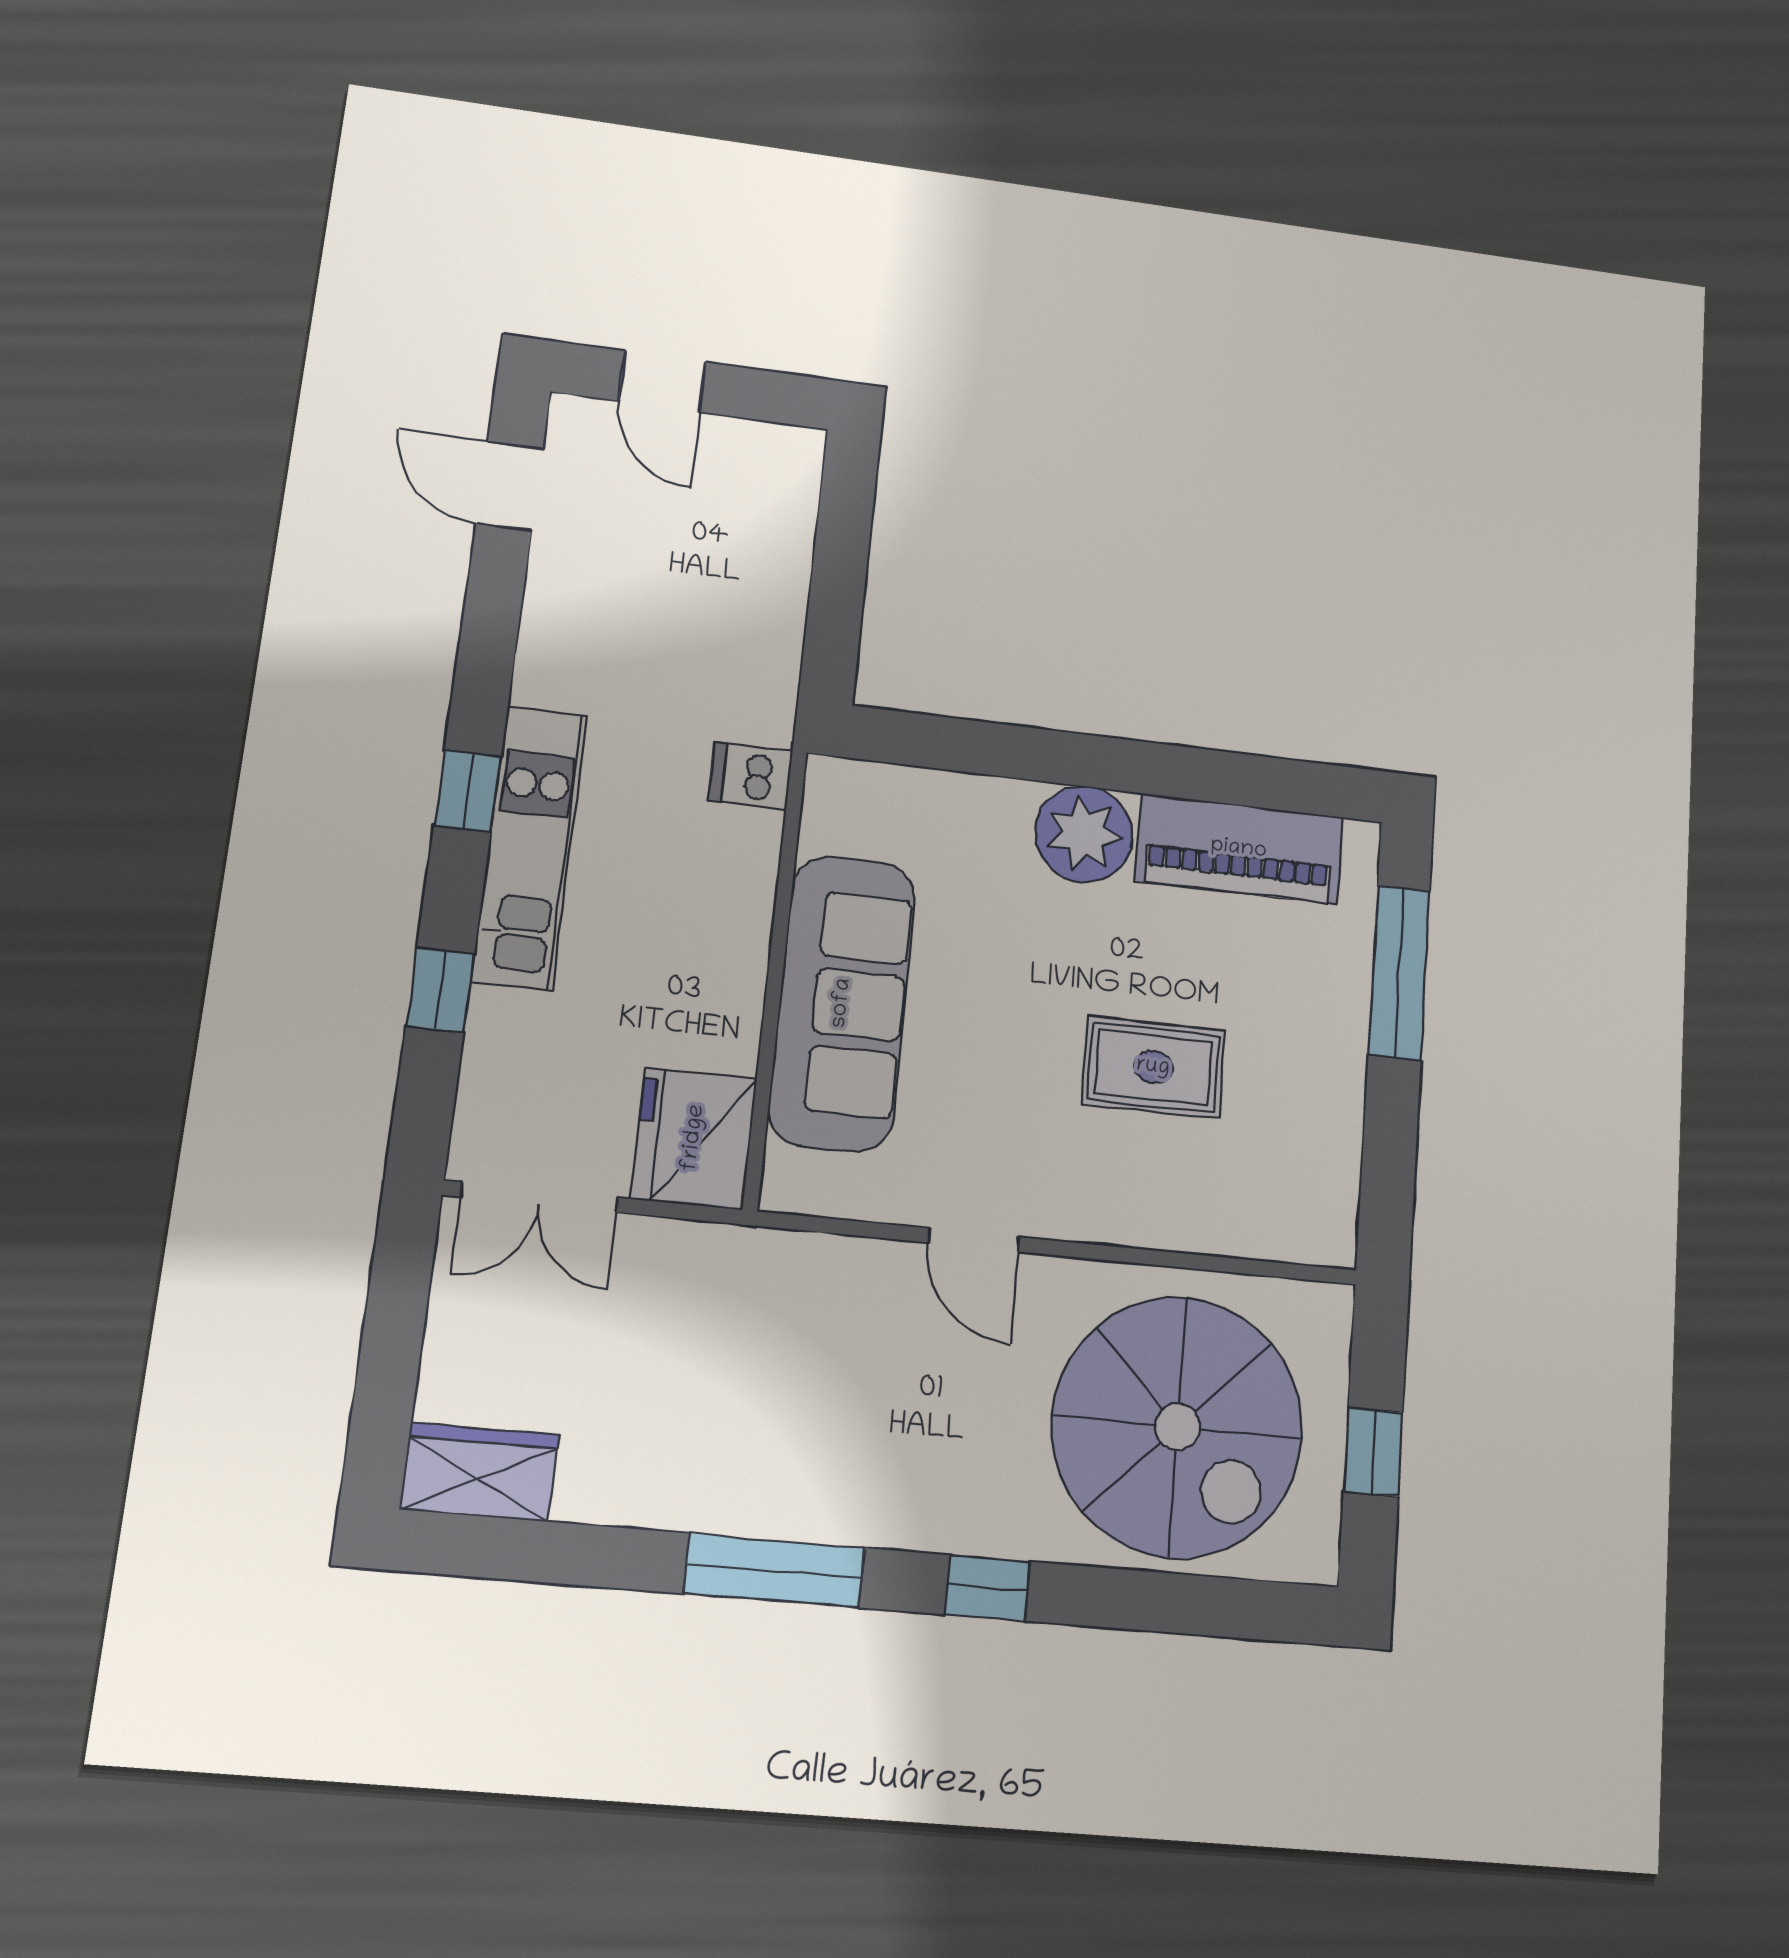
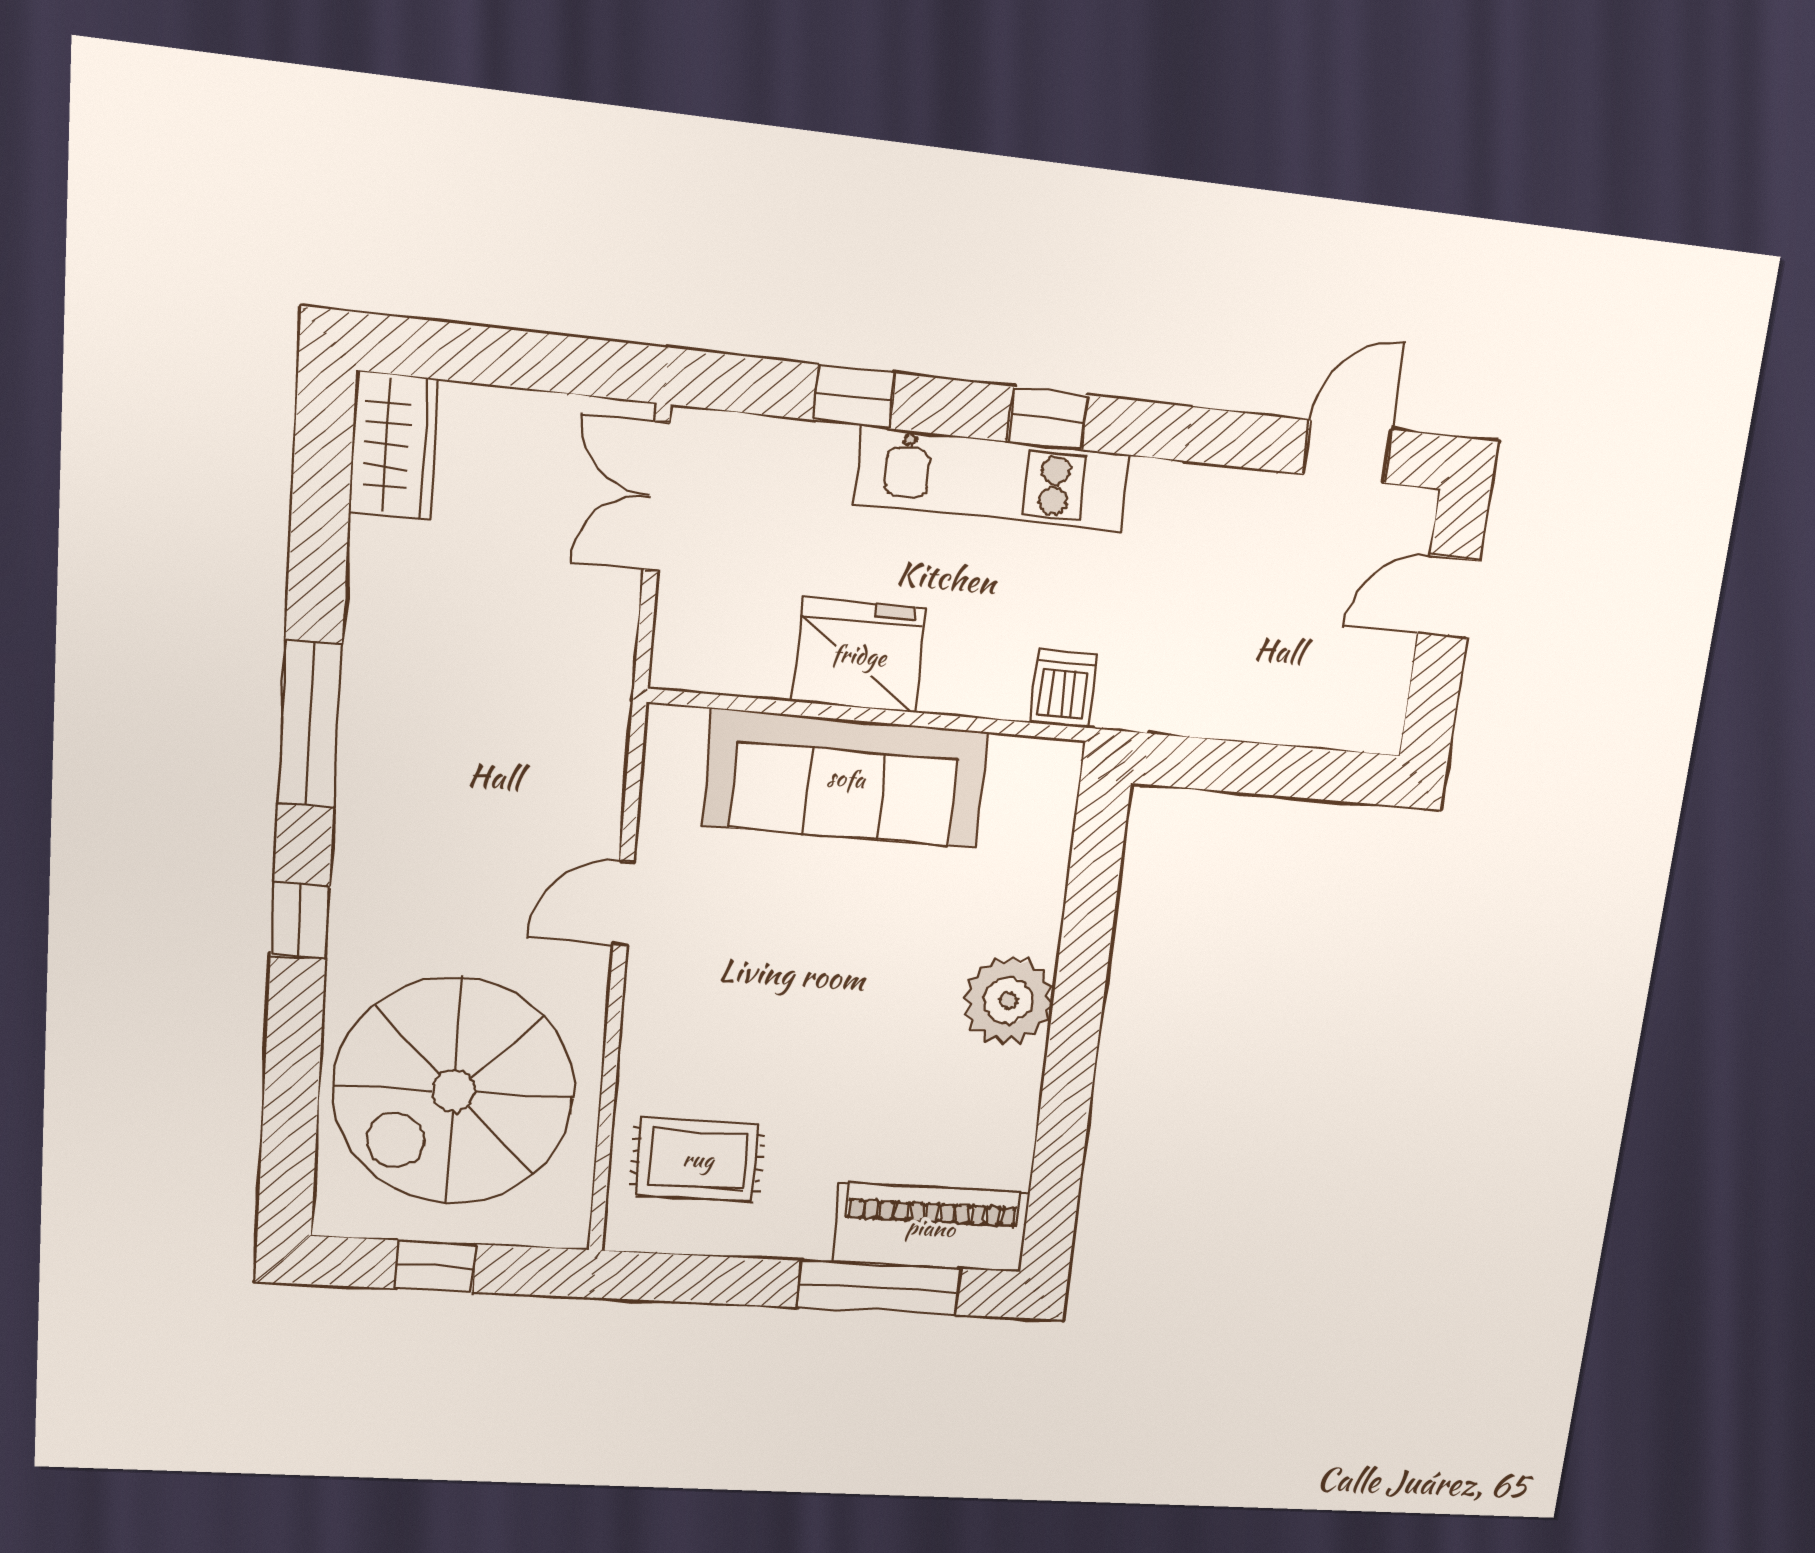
piano: (1239, 849) -> (931, 1228), moved, turned 90
rug: (1153, 1067) -> (698, 1159), moved, turned 90
fridge: (694, 1138) -> (859, 655), moved

